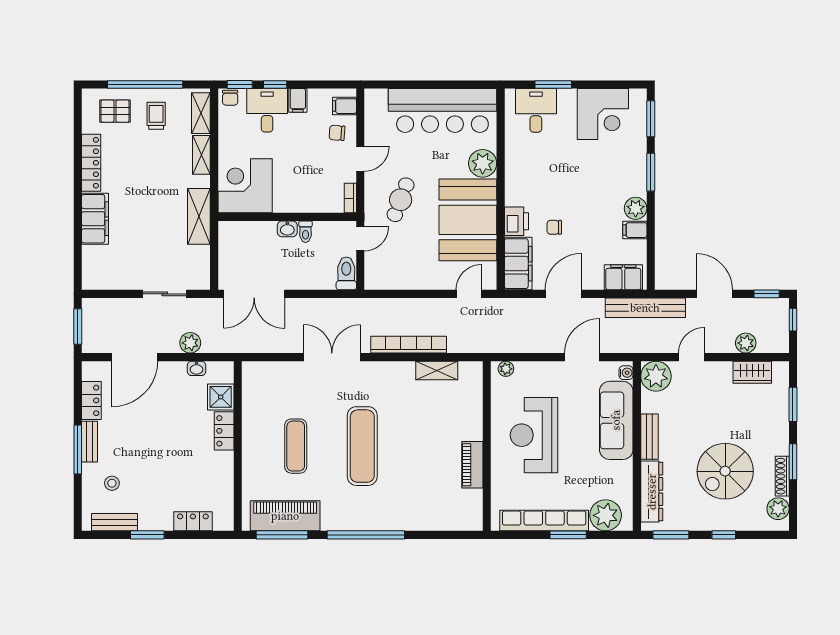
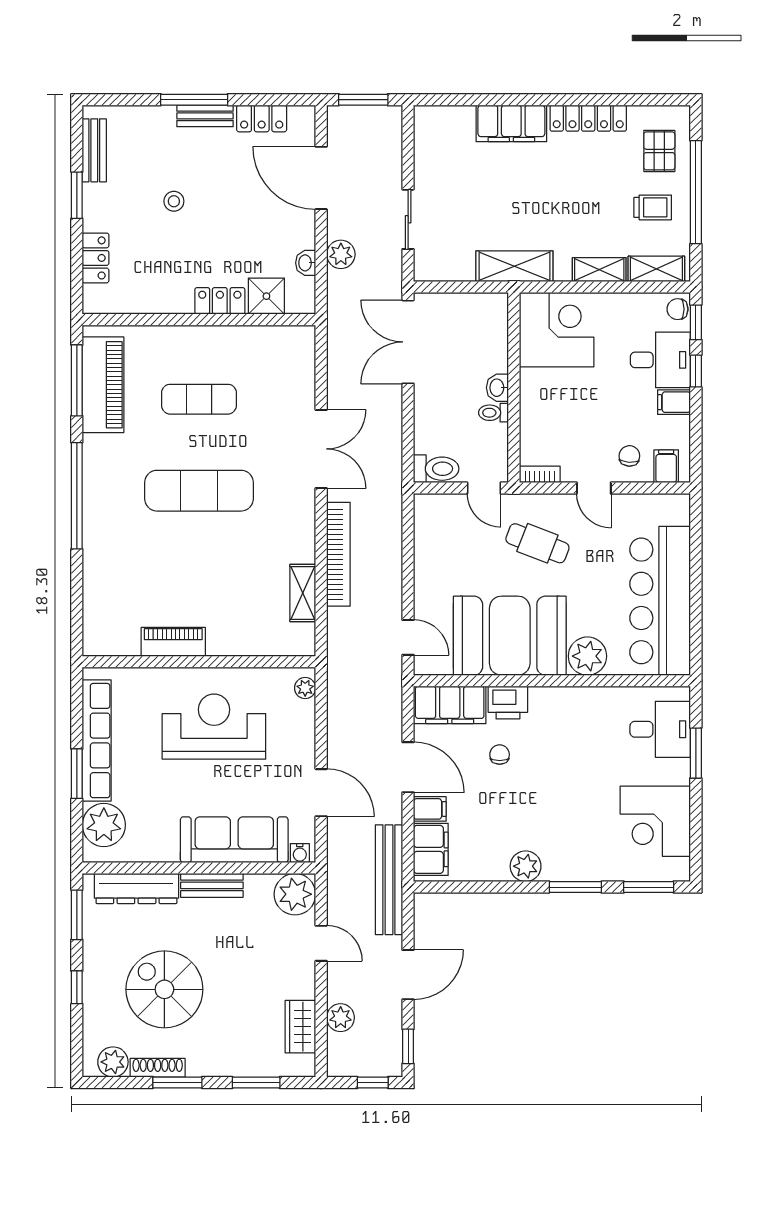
filing cabinet: (635, 230) -> (430, 809), moved, turned 90
stool: (112, 483) -> (174, 201), moved

